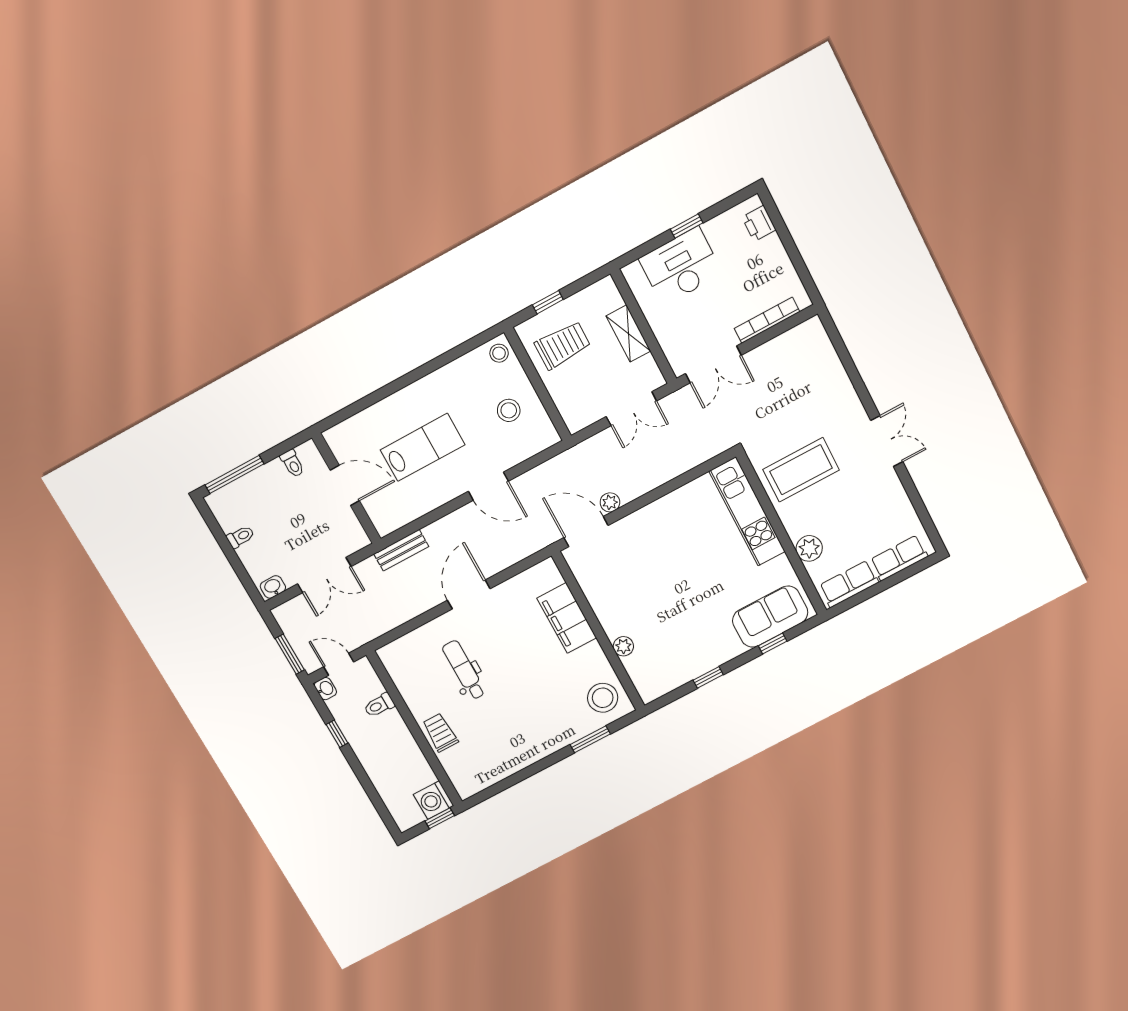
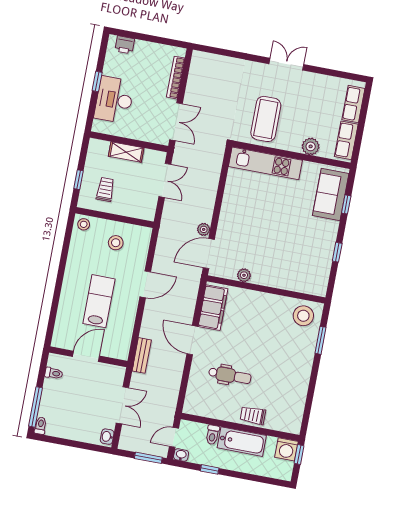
trolley: (563, 345) -> (105, 189), width x0.73, depth x0.72
toilet: (240, 537) -> (41, 426), moved
filing cabinet: (567, 618) -> (213, 308), moved, turned -90
plant: (623, 646) -> (244, 275), moved
dental chair: (464, 670) -> (230, 375), turned 180
bathtub: (400, 744) -> (242, 442), added

